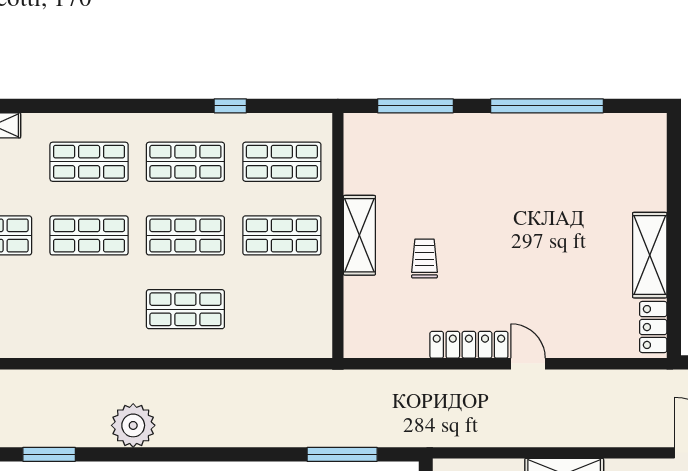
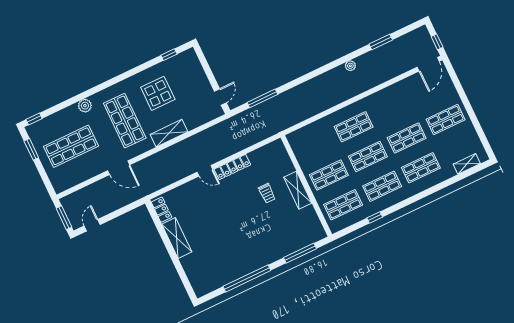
plant: (133, 425) -> (350, 66), width x0.53, depth x0.53

